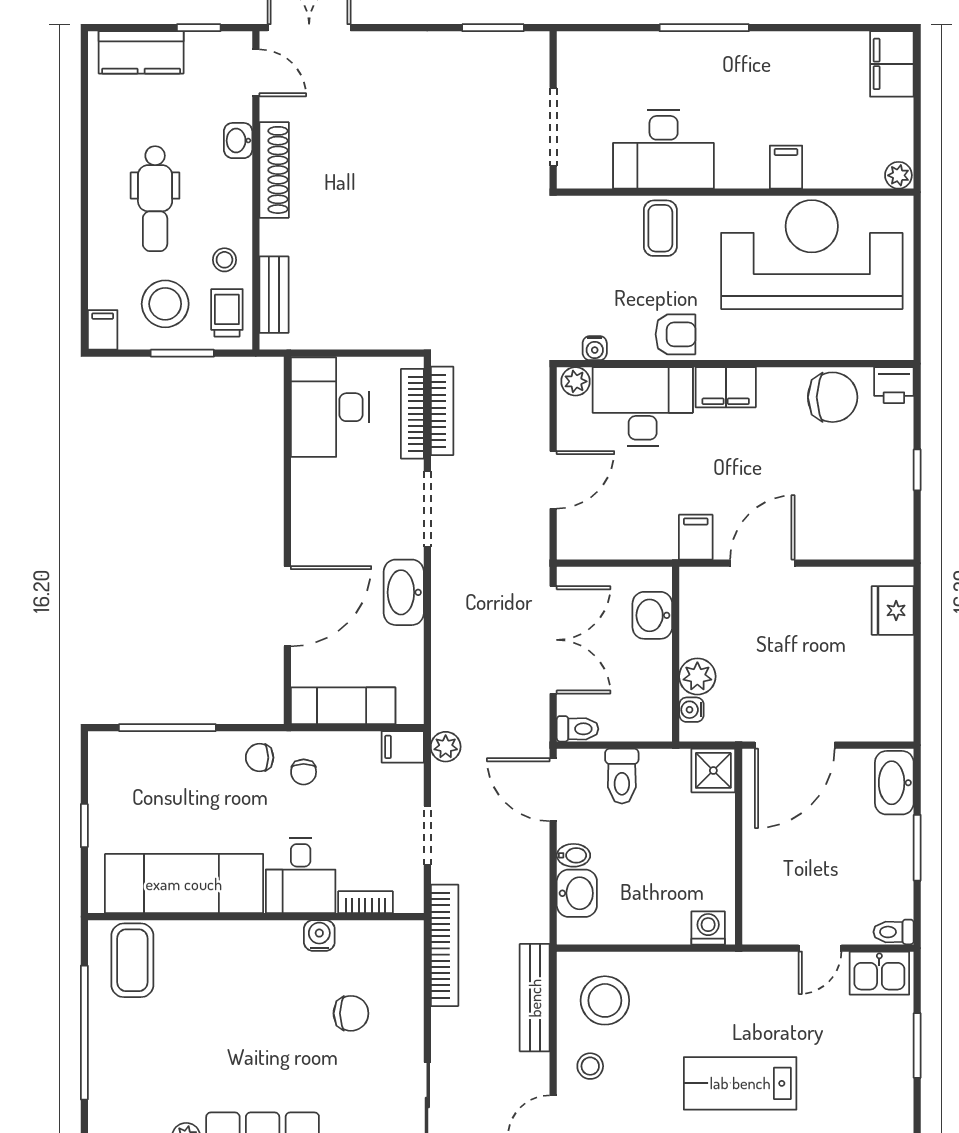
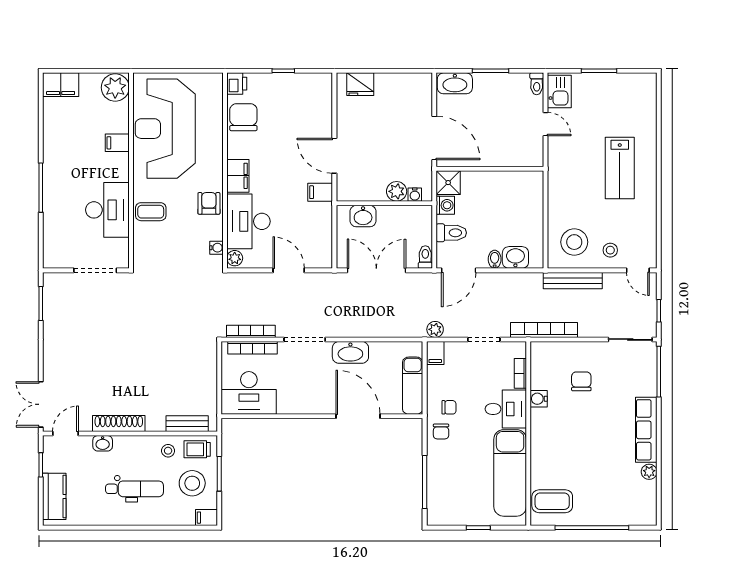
plant: (898, 175) -> (115, 88), width x1.88, depth x1.88
washing machine: (708, 928) -> (445, 205), moved, turned 180

